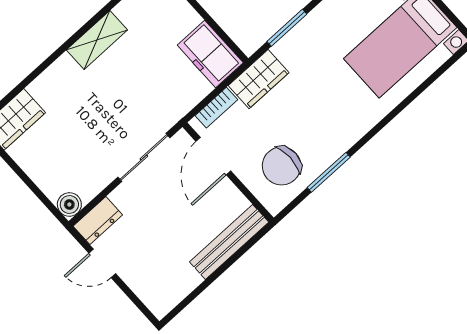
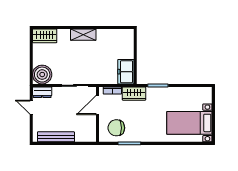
shelving: (97, 40) -> (83, 35), moved
boiler: (69, 205) -> (42, 75), width x1.86, depth x1.86
bench: (229, 242) -> (56, 137), moved

